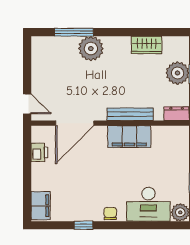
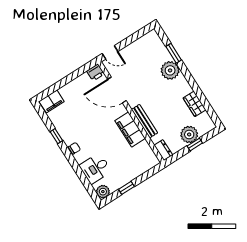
window: (74, 32) -> (174, 53), width x0.69
door: (27, 104) -> (110, 52), hinge flipped
printer: (39, 152) -> (96, 72), moved
desk: (148, 204) -> (95, 168), width x0.73

